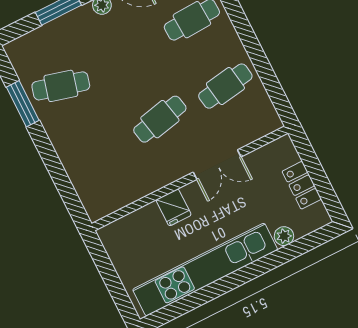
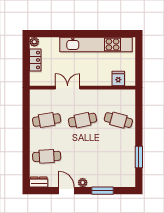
cafe table: (61, 86) -> (118, 120), moved
fridge: (174, 207) -> (118, 79), moved
plant: (284, 236) -> (34, 42), moved

